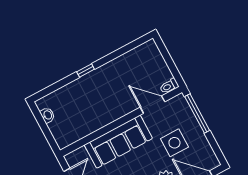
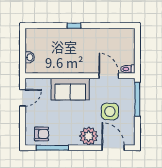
washbasin: (47, 115) -> (30, 57), moved
sofa: (118, 142) -> (70, 89), width x0.73

